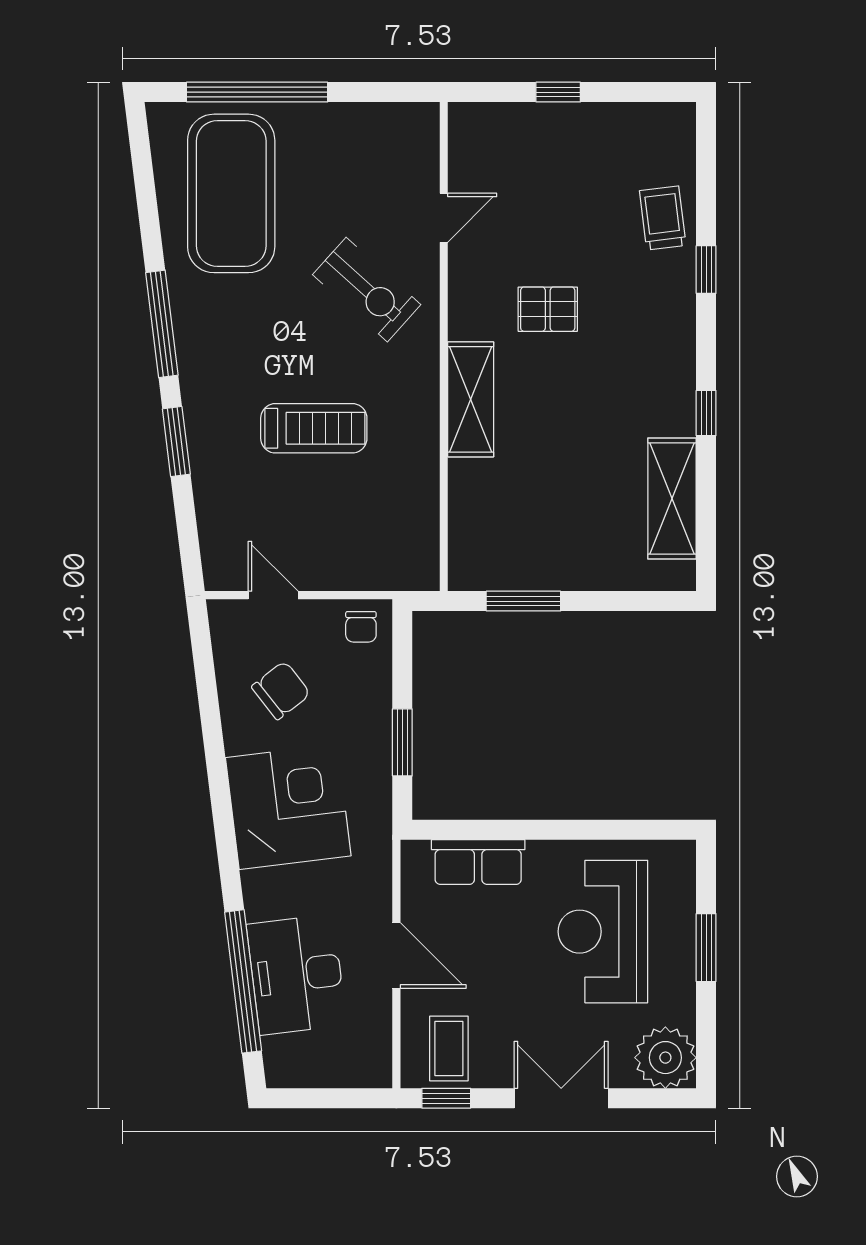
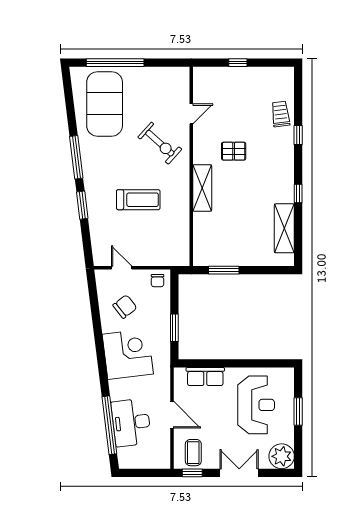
reception desk: (603, 932) -> (256, 405), turned 180

